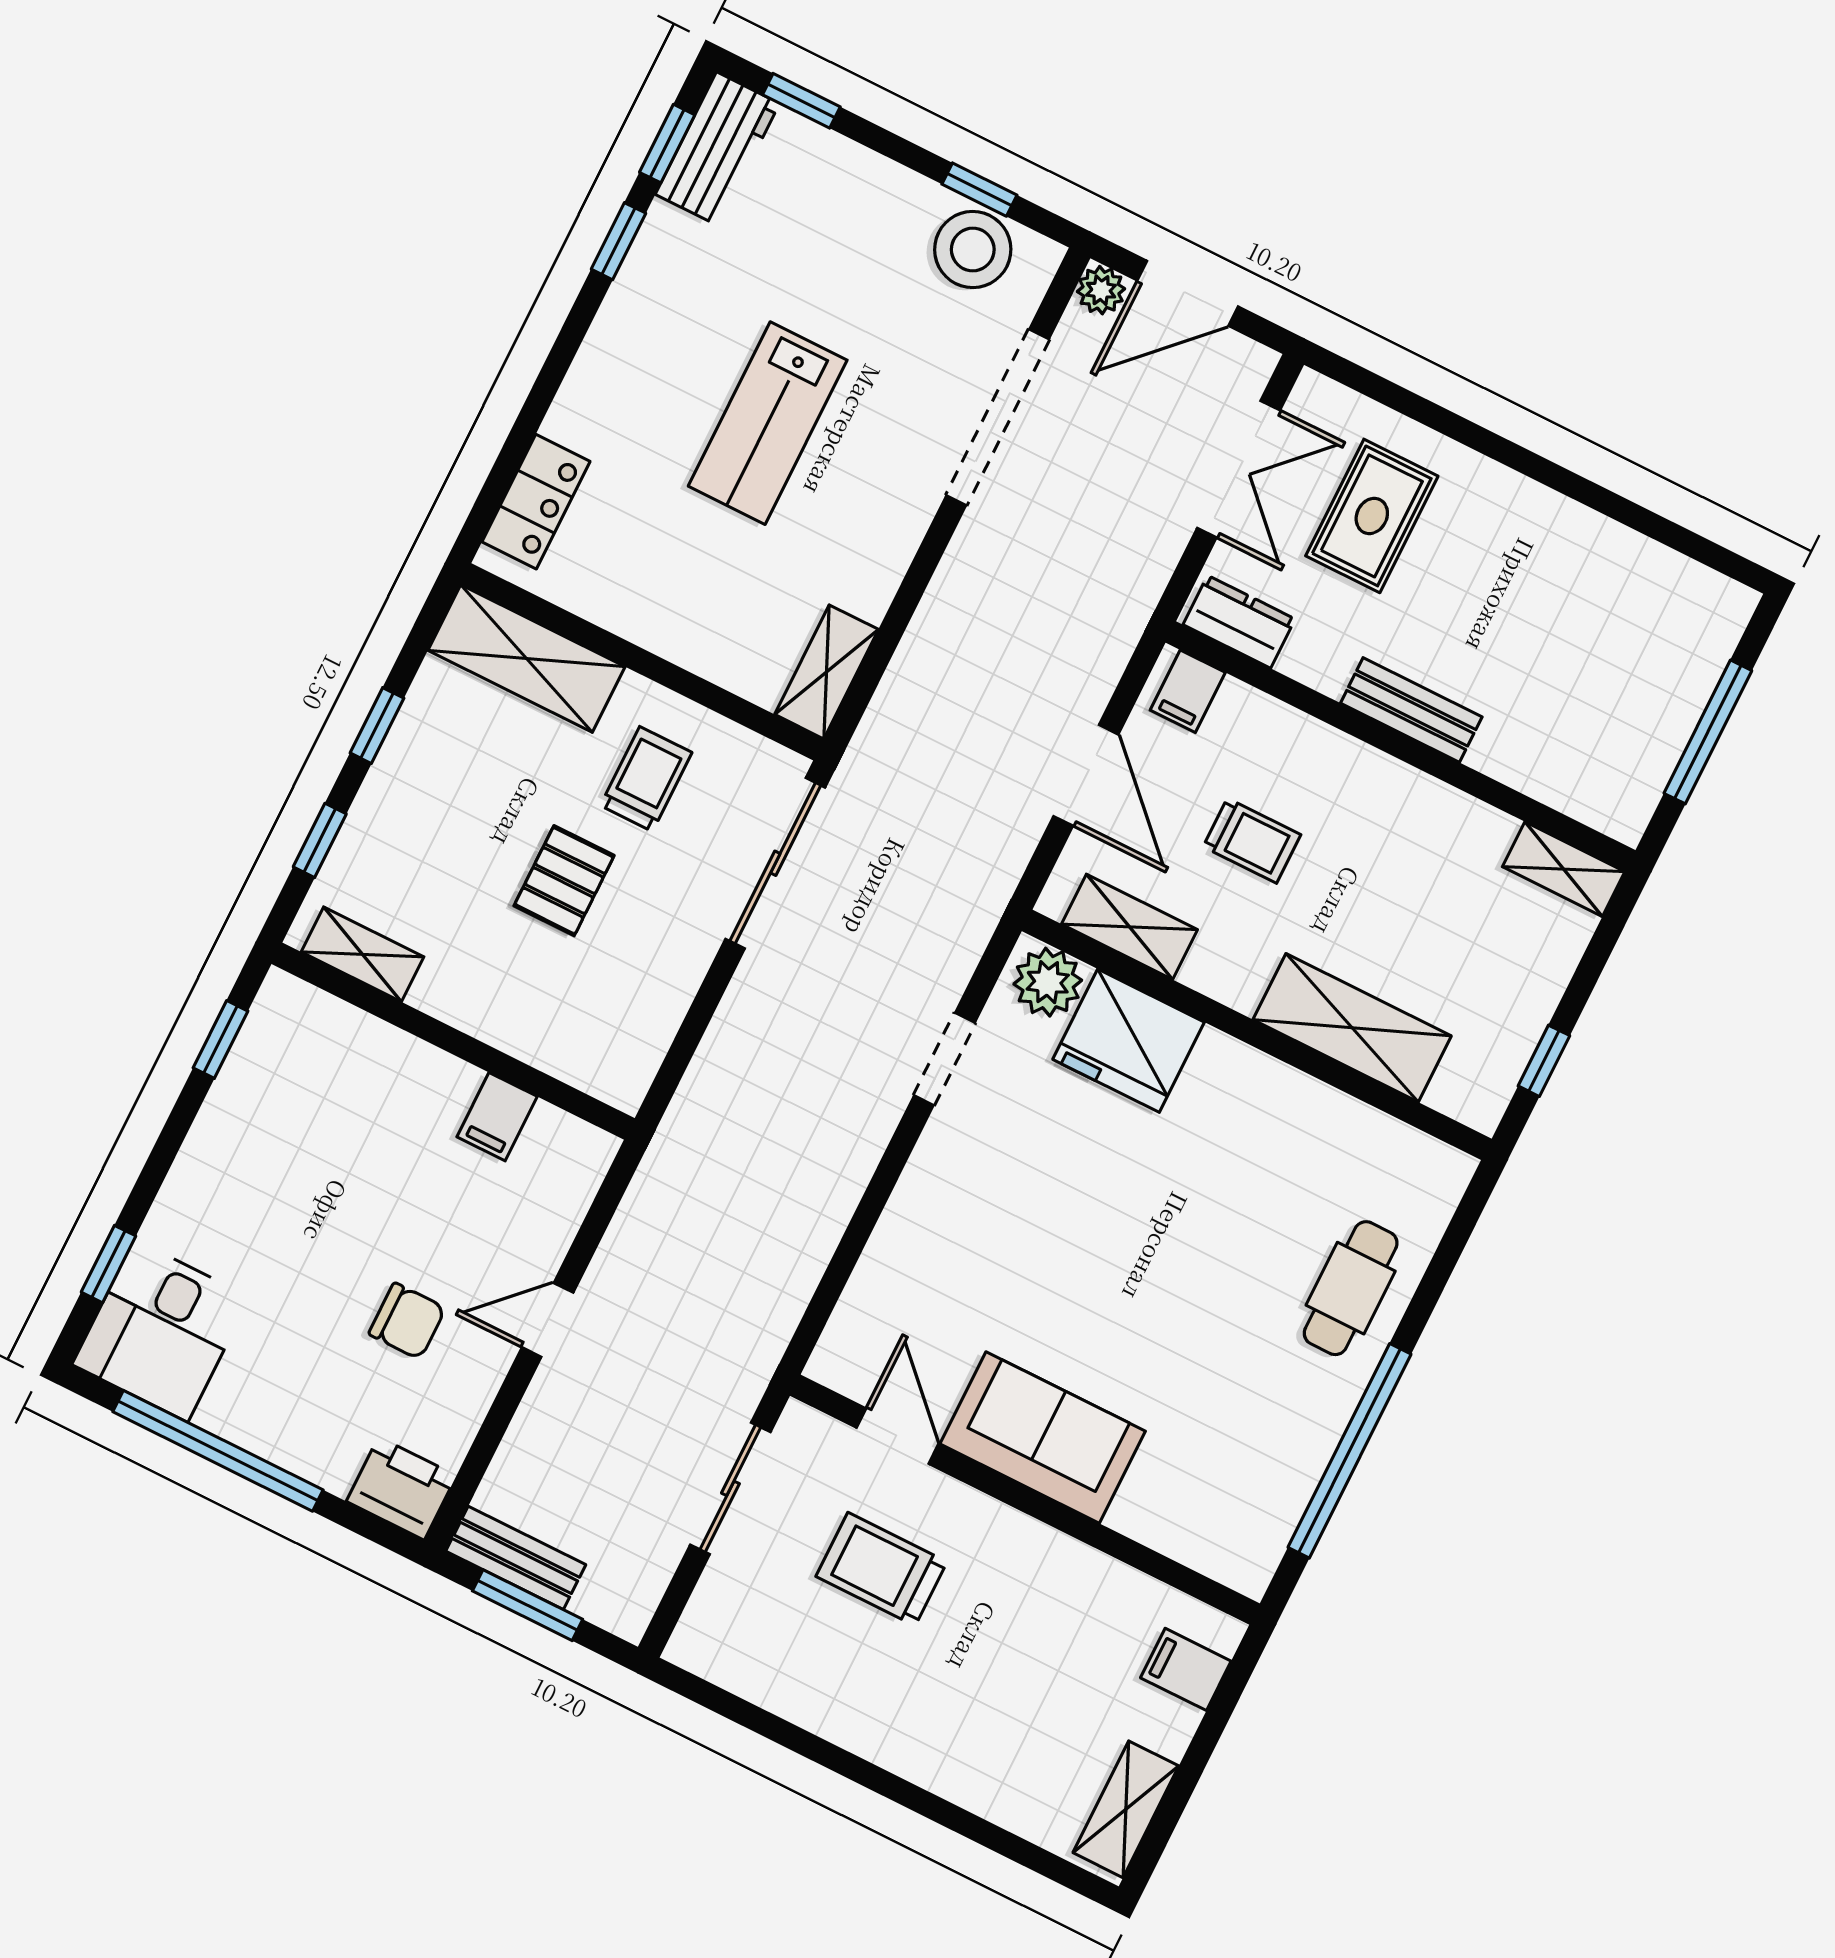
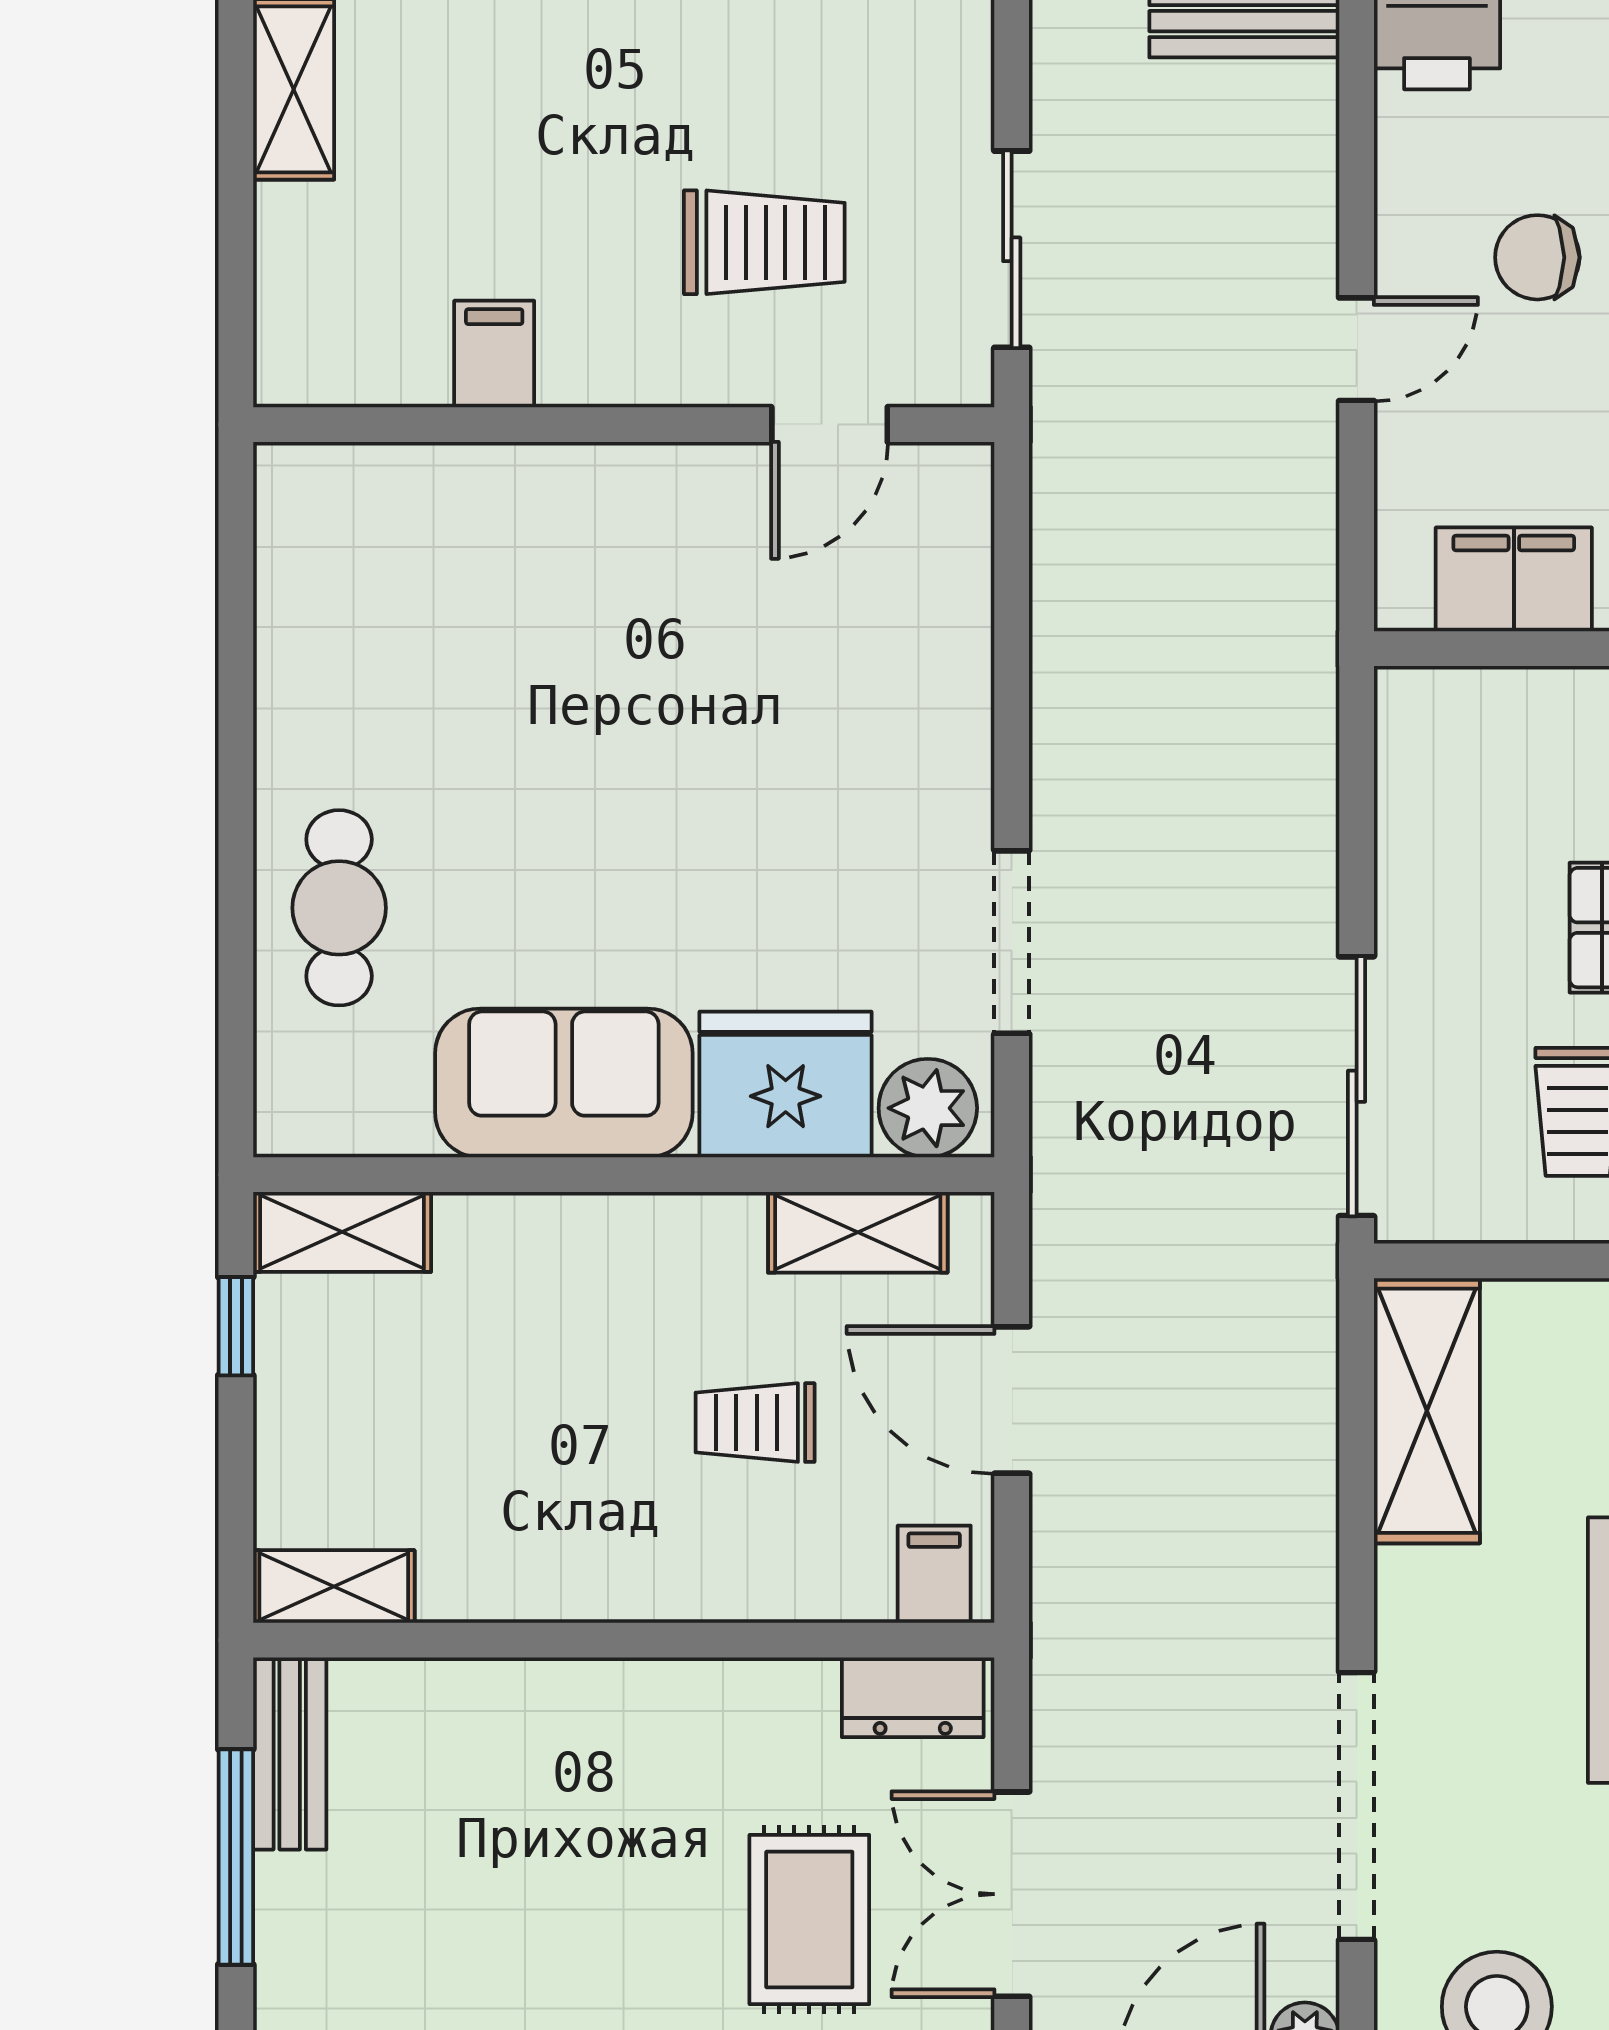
shelving: (827, 672) -> (1427, 1411), width x1.50, depth x1.33
bench: (1411, 710) -> (290, 1753), moved, turned 90
shelving: (1352, 1028) -> (342, 1232), moved, width x0.67, depth x0.75
doorway: (944, 1059) -> (1012, 942), width x1.38
filing cabinet: (497, 1117) -> (1514, 579), width x2.00
door: (897, 1436) -> (830, 425), hinge flipped
sofa: (1043, 1438) -> (564, 1083), moved, turned 180
window: (1349, 1451) -> (236, 697), removed
filing cabinet: (1186, 1669) -> (494, 354), moved, turned -90

